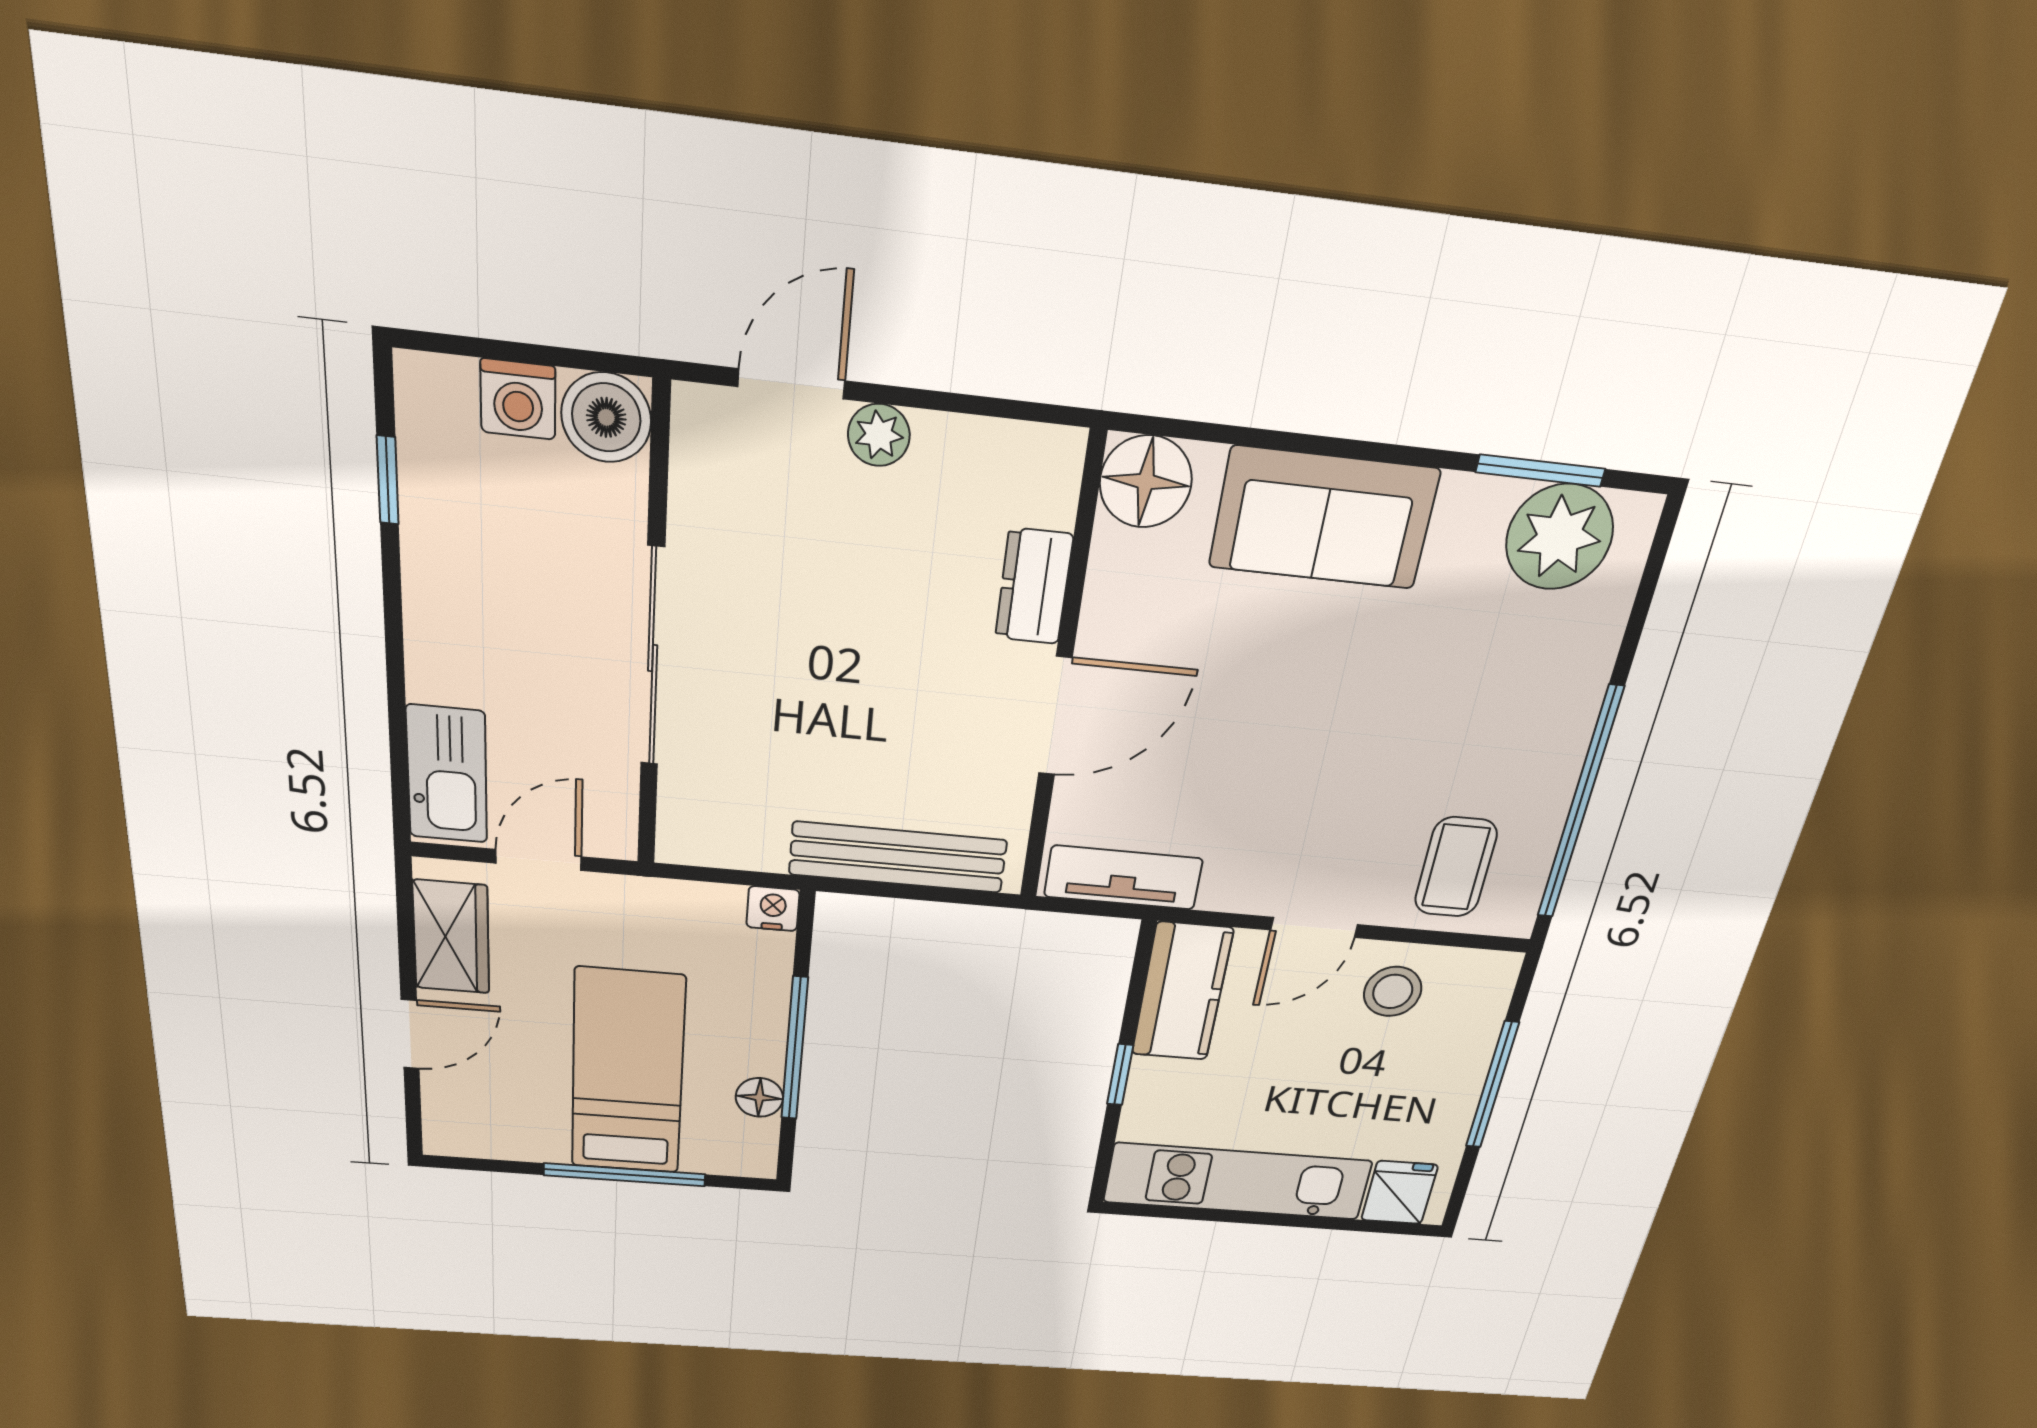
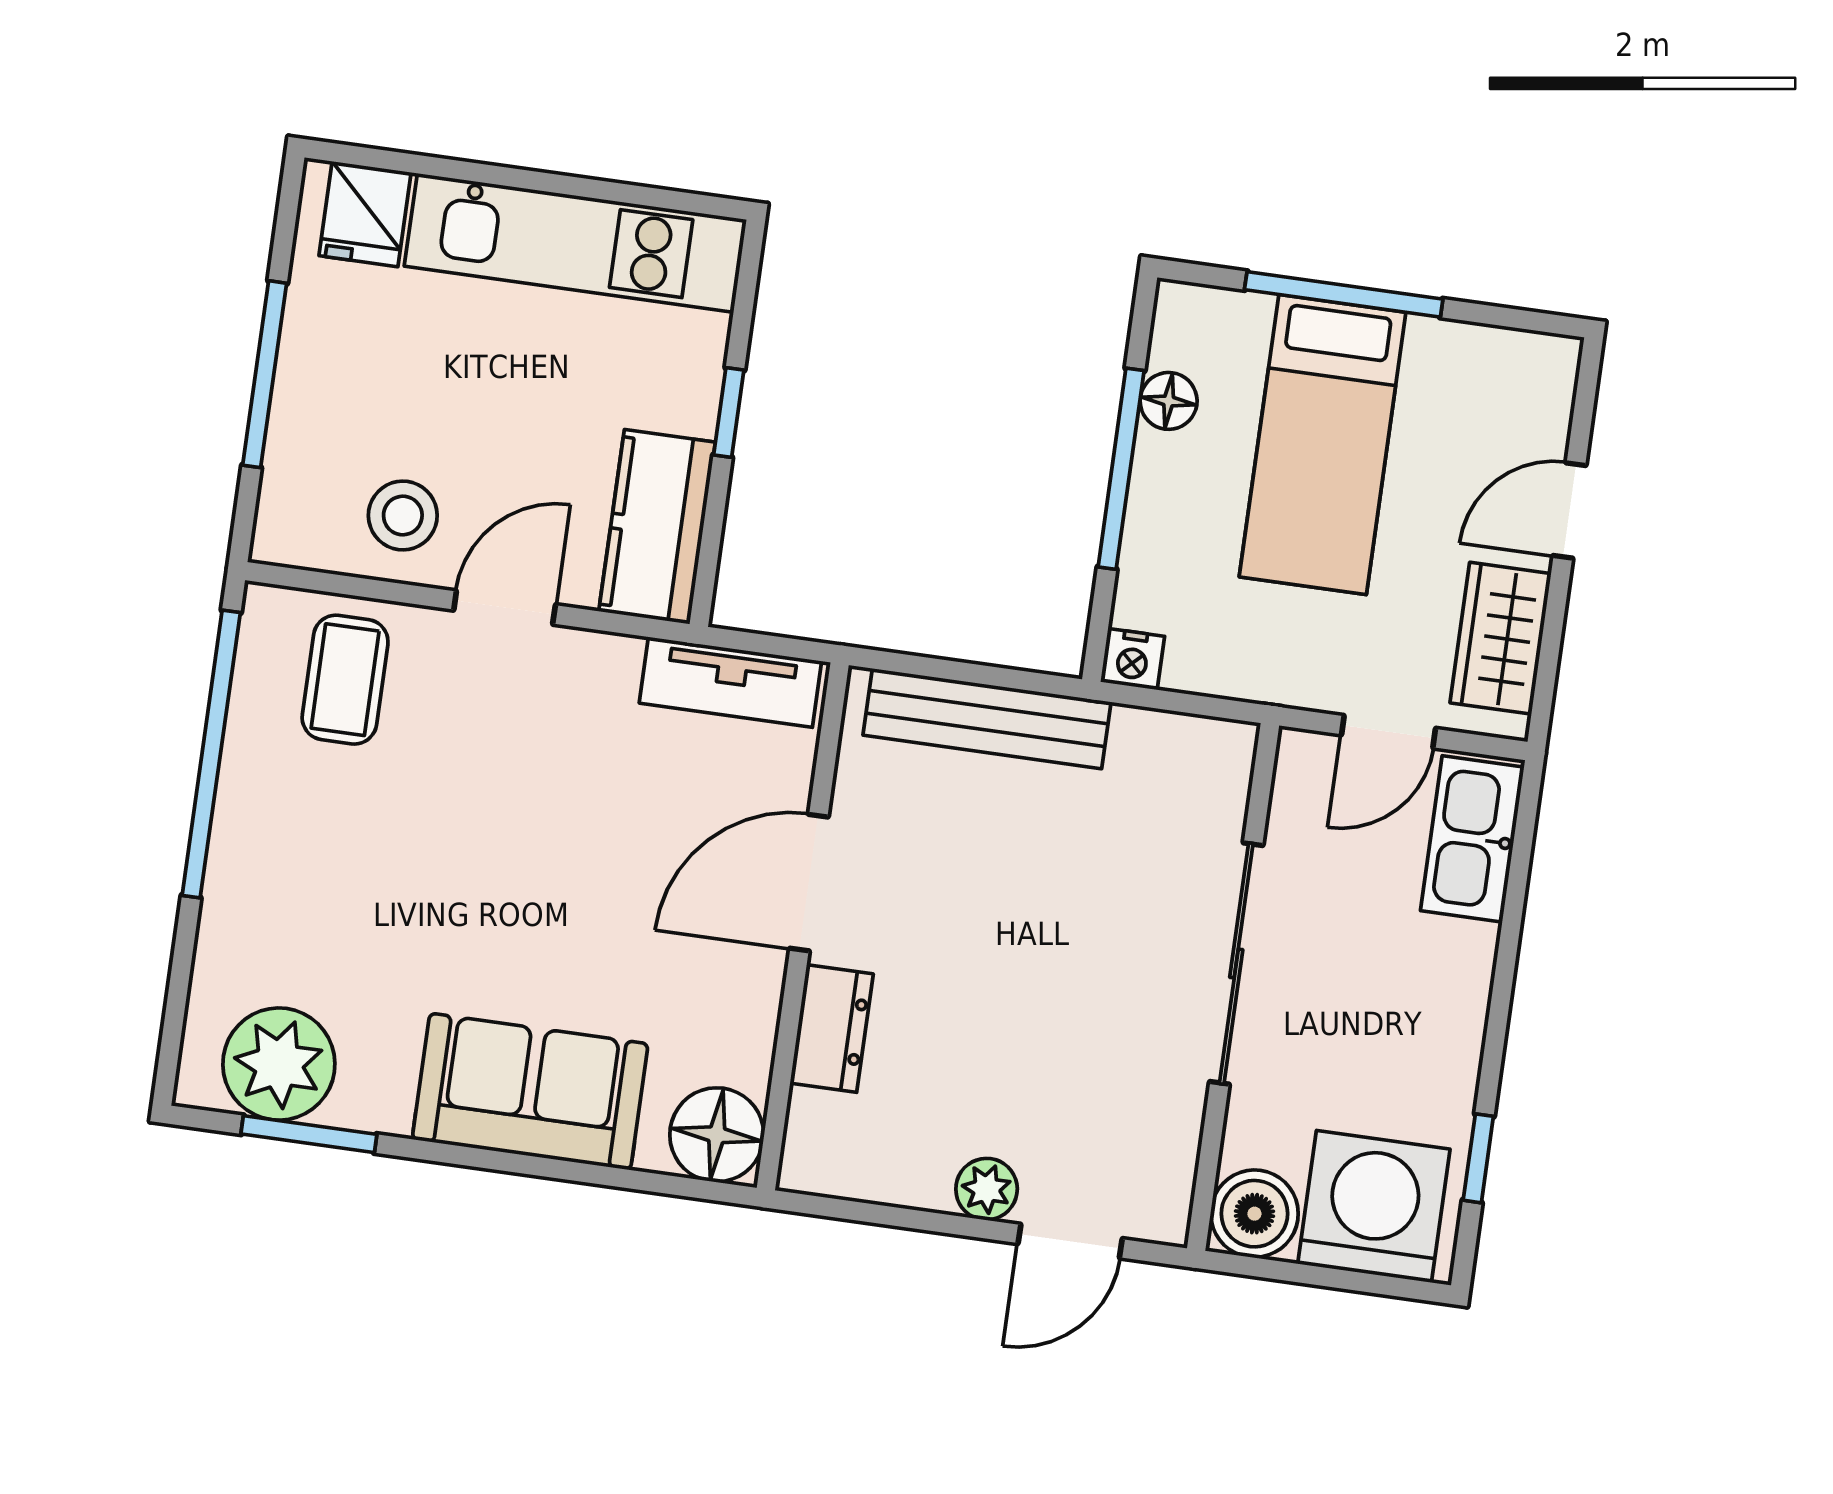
washing machine: (518, 399) -> (1374, 1206), width x1.89, depth x1.89

